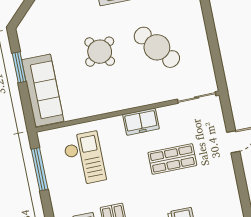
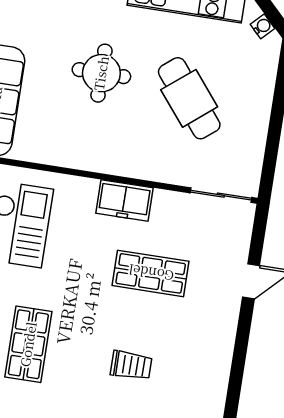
round table: (100, 52) -> (101, 73), turned 36

